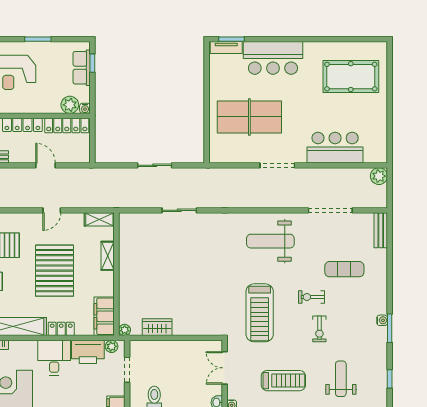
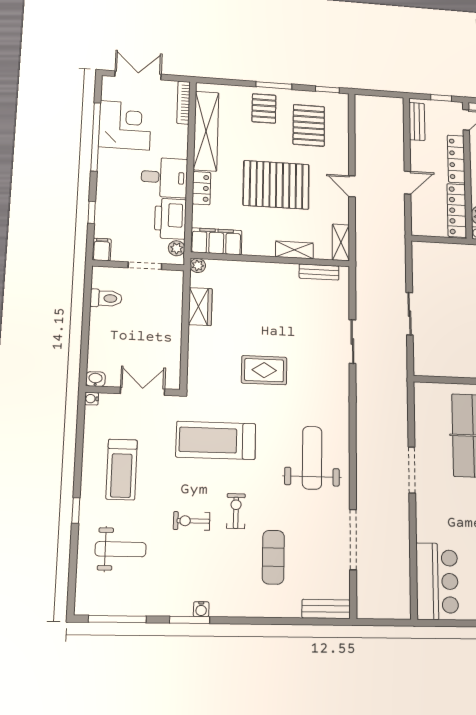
bar counter: (335, 148) -> (437, 581), moved
plant: (379, 176) -> (400, 607), removed
bench: (125, 236) -> (319, 272), added
rug: (205, 278) -> (264, 370), added
window: (390, 379) -> (117, 619), width x2.17

